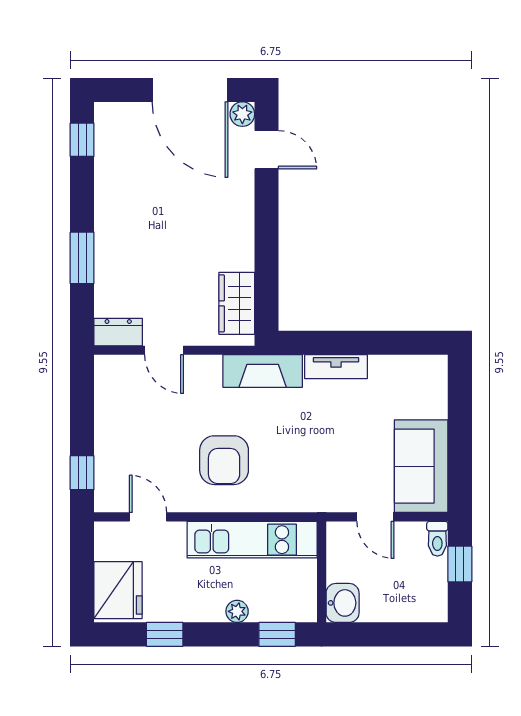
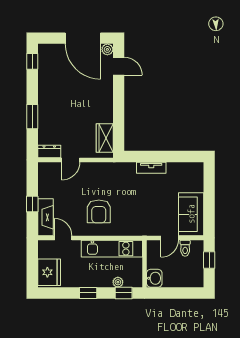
door: (164, 350) -> (71, 160), hinge flipped
fireplace: (263, 371) -> (46, 217), moved, turned -90
window: (82, 473) -> (32, 204), moved
door: (375, 517) -> (170, 238), hinge flipped
toilet: (437, 539) -> (185, 248), moved
plant: (237, 611) -> (118, 282), moved
window: (165, 634) -> (88, 293), moved

